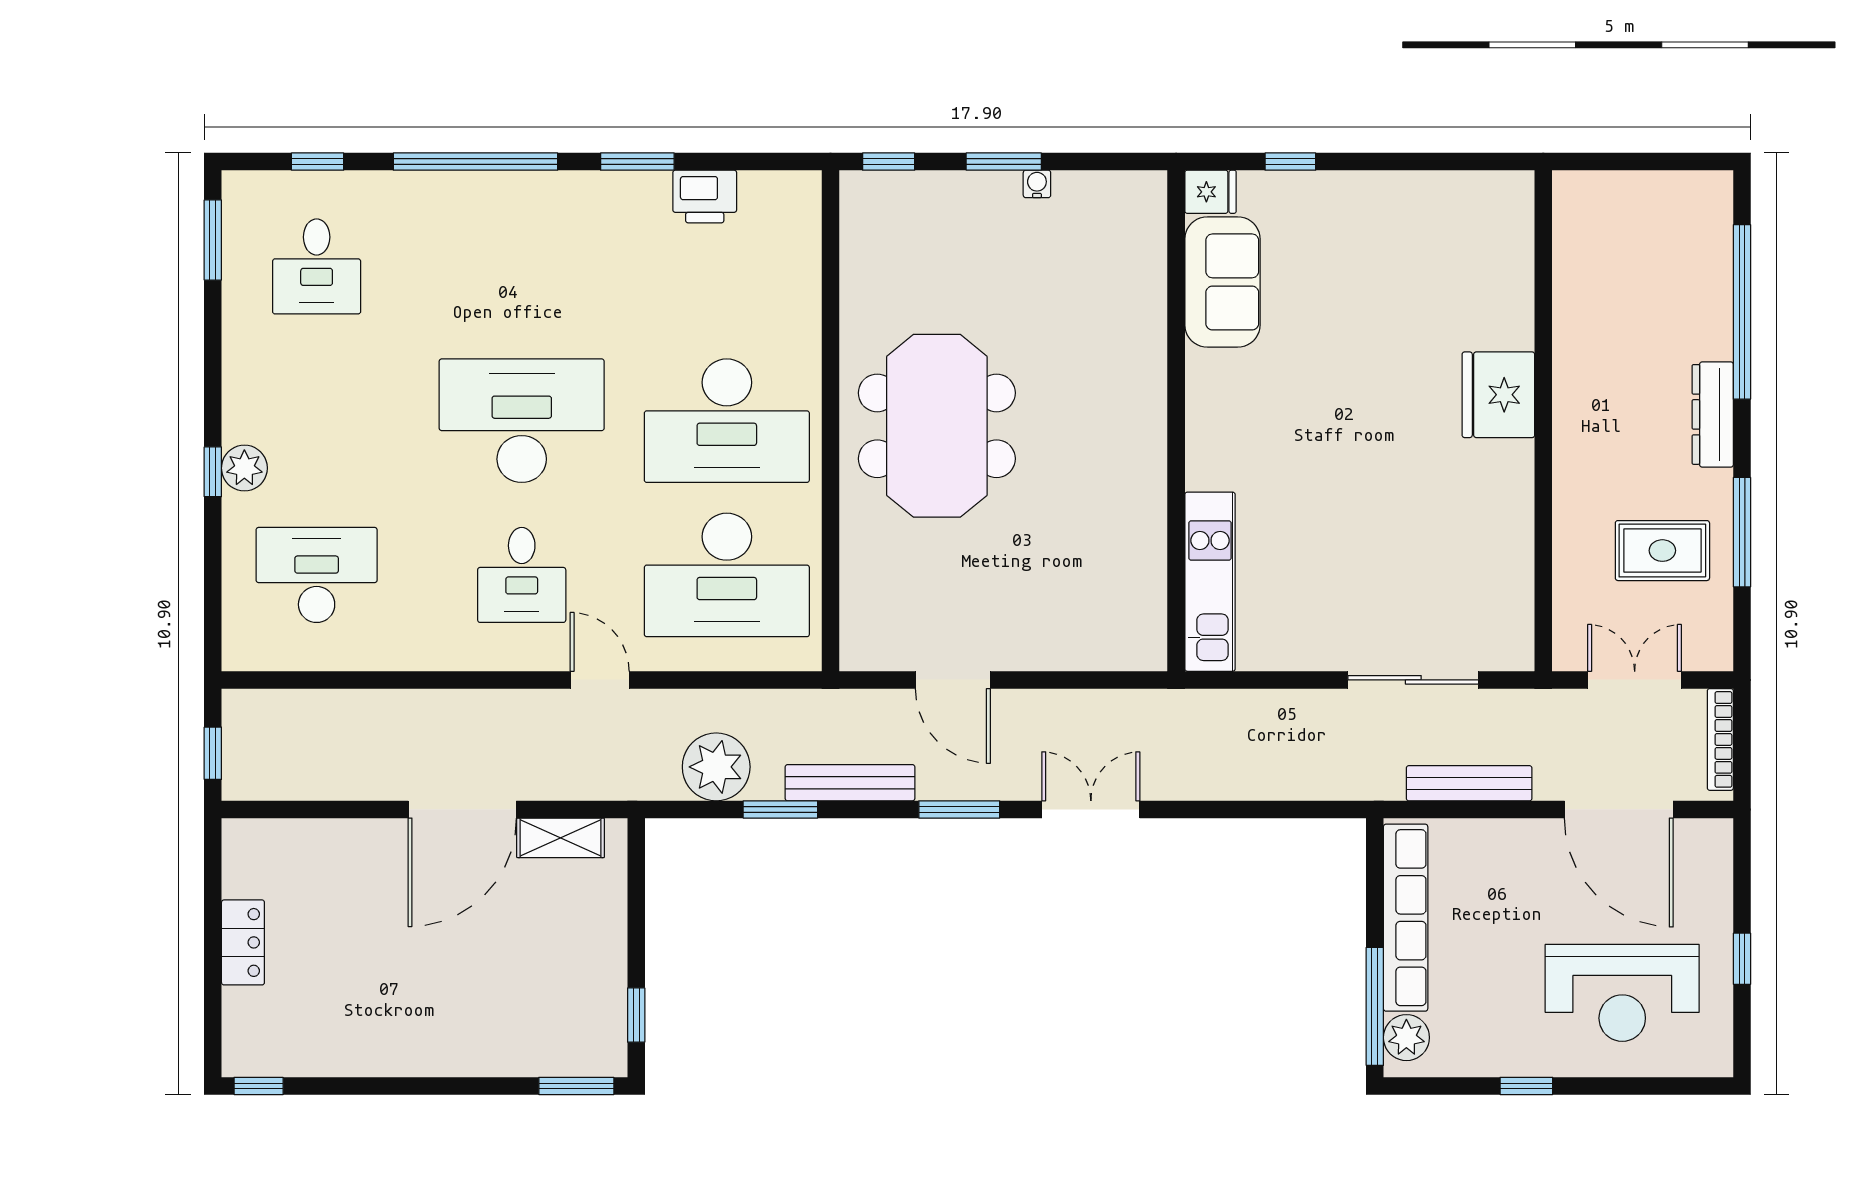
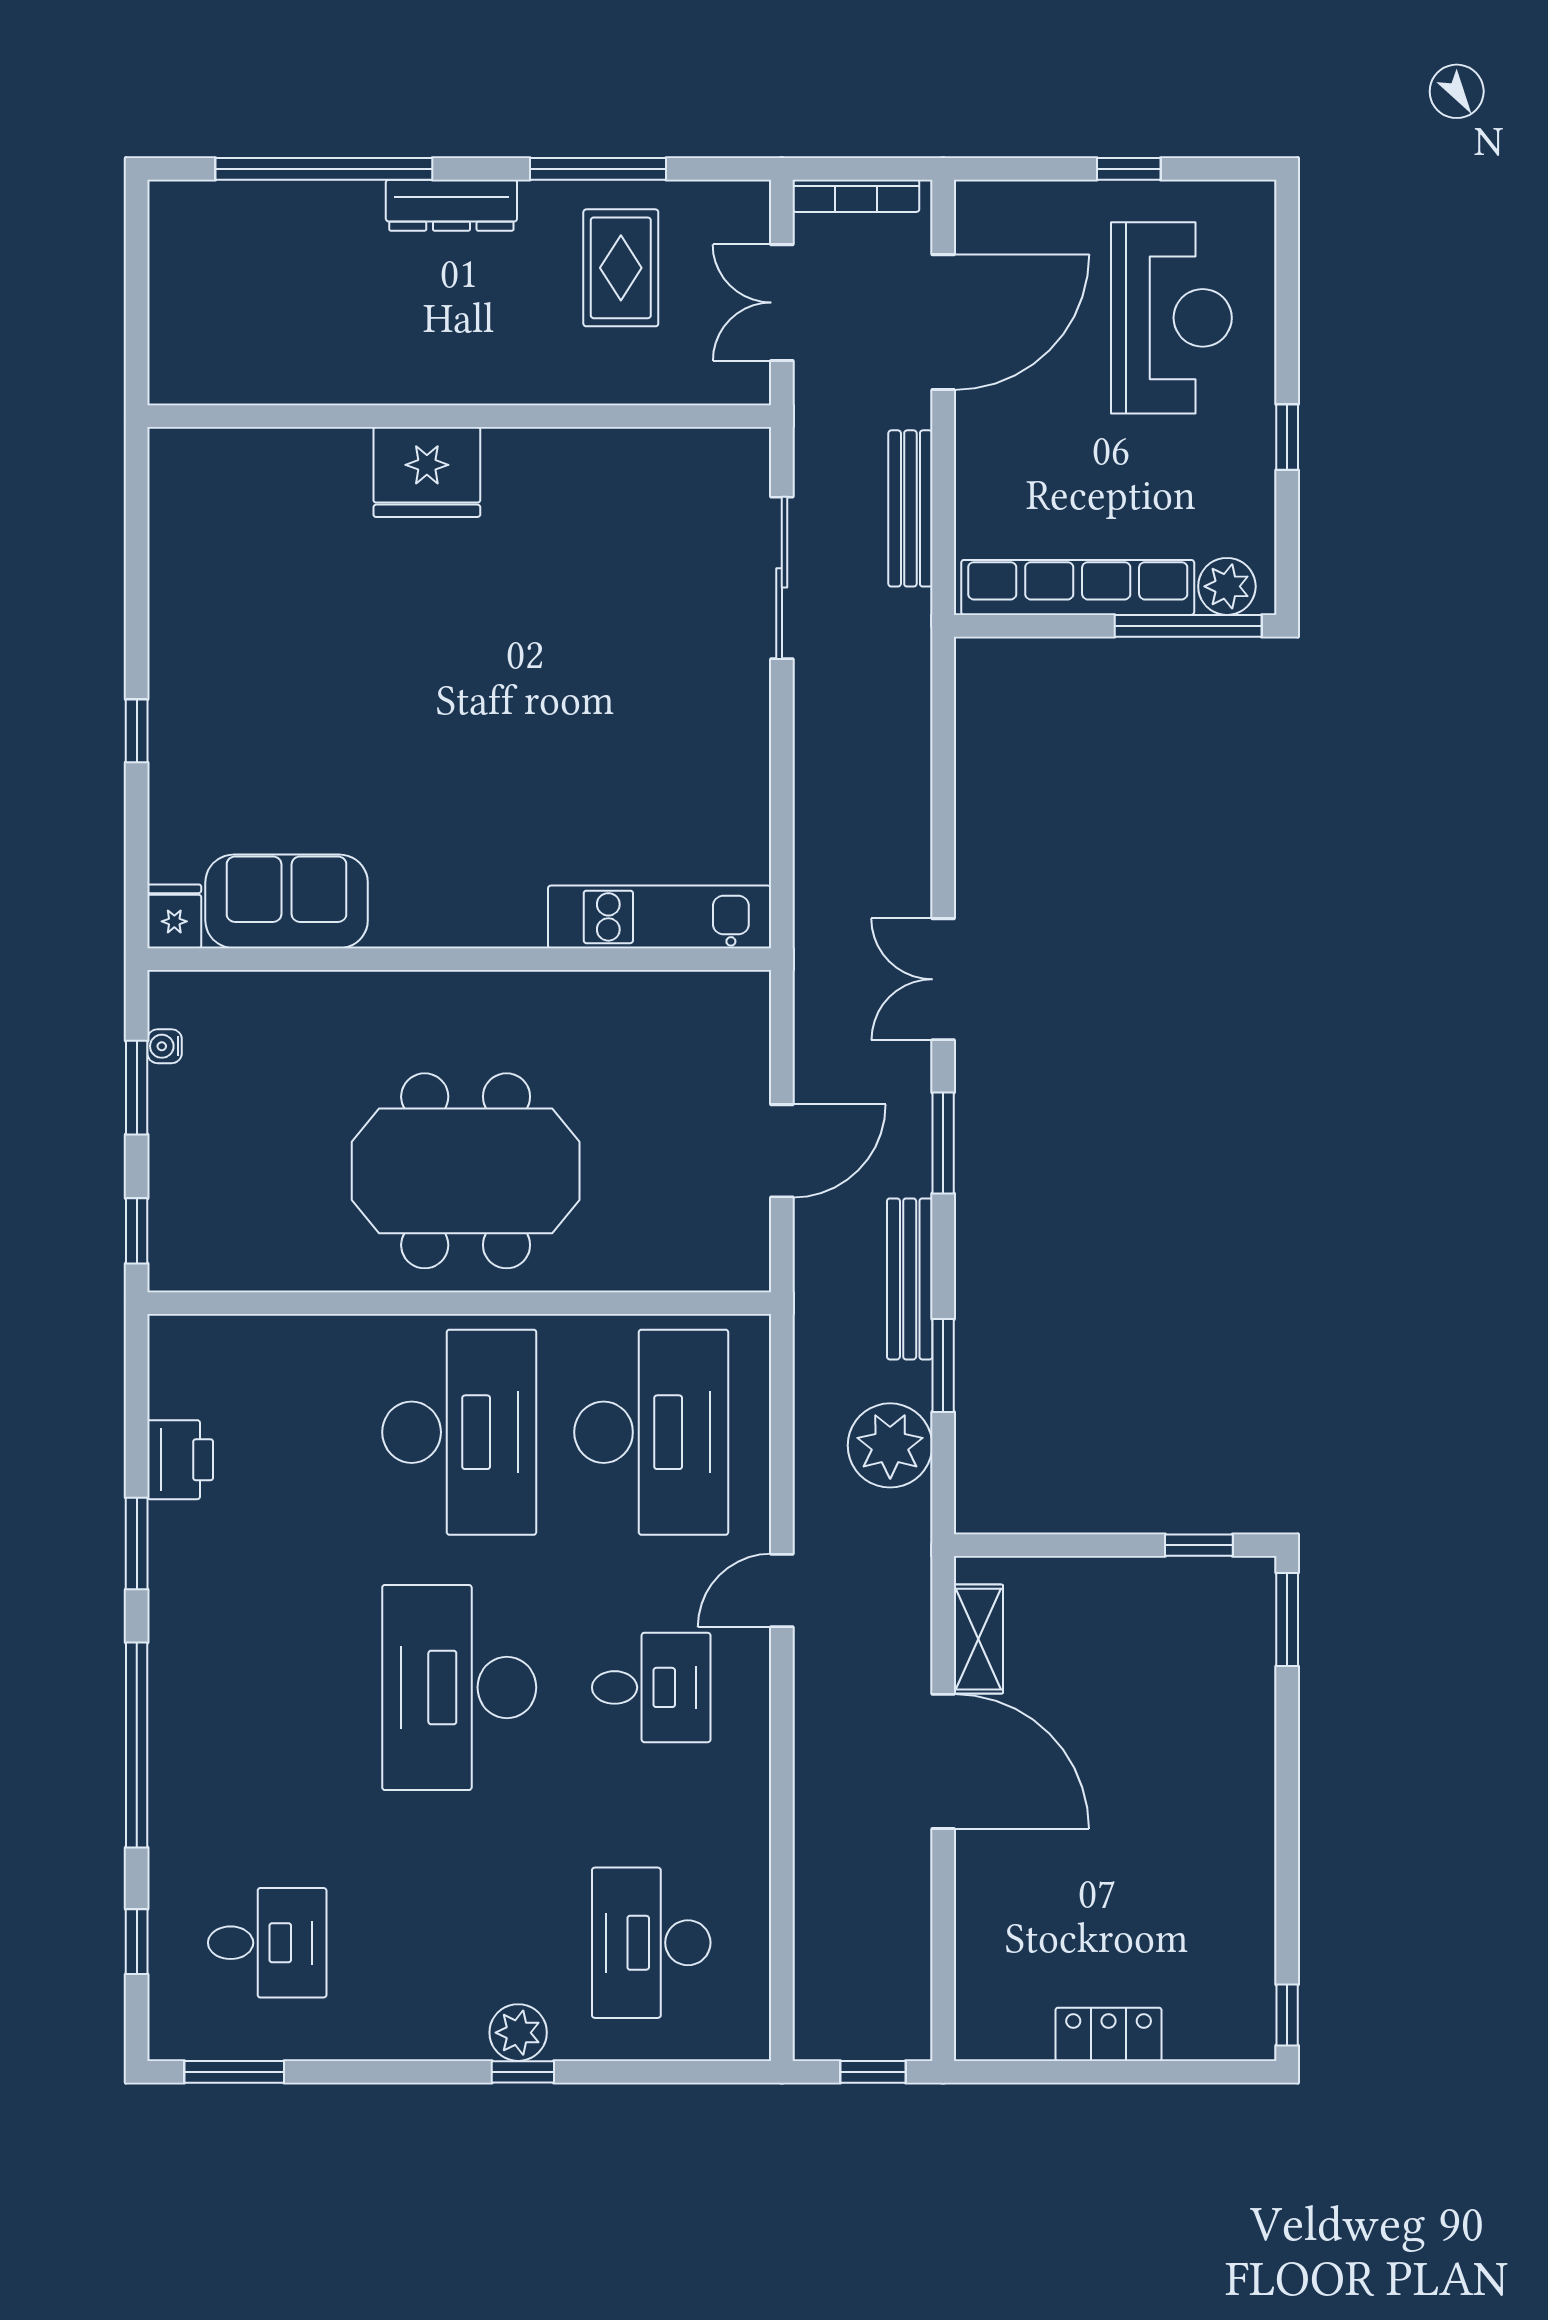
fridge: (1210, 192) -> (174, 916), moved
sofa: (1222, 282) -> (287, 901), moved
wall: (1176, 421) -> (459, 959), moved
kitchen unit: (1210, 582) -> (660, 917), moved

